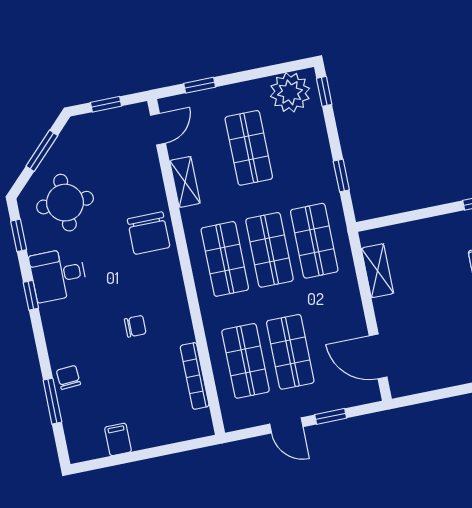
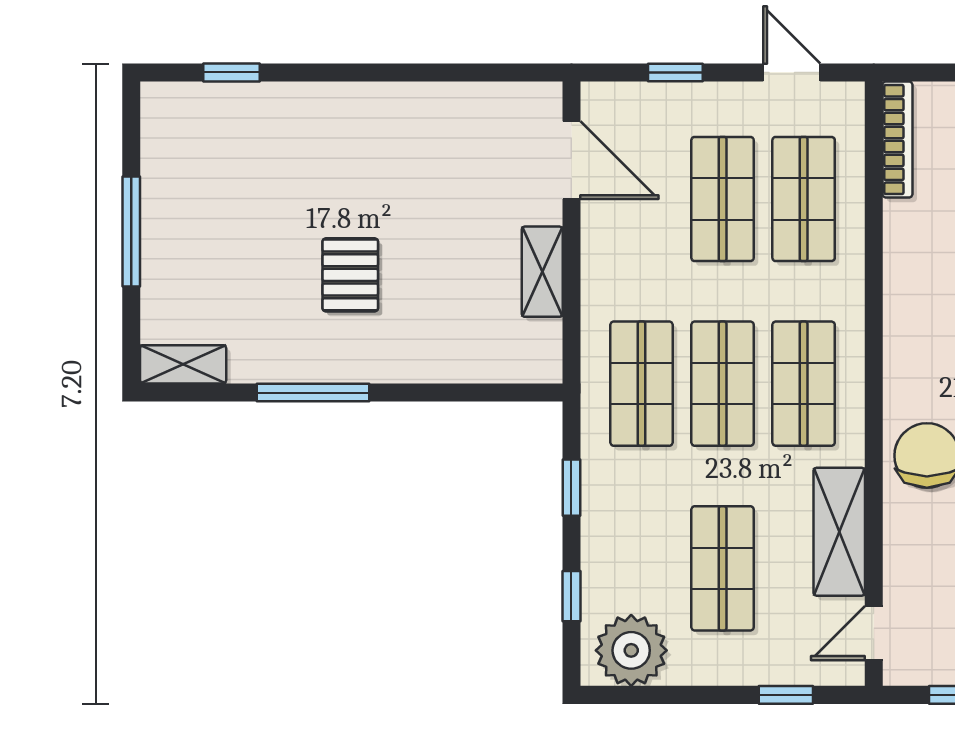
window: (324, 91) -> (571, 596), moved
shelving: (185, 182) -> (839, 532), width x1.50, depth x1.33
shelving: (377, 271) -> (542, 272), moved
bookcase: (195, 376) -> (897, 140), moved
door: (286, 425) -> (792, 72), moved

